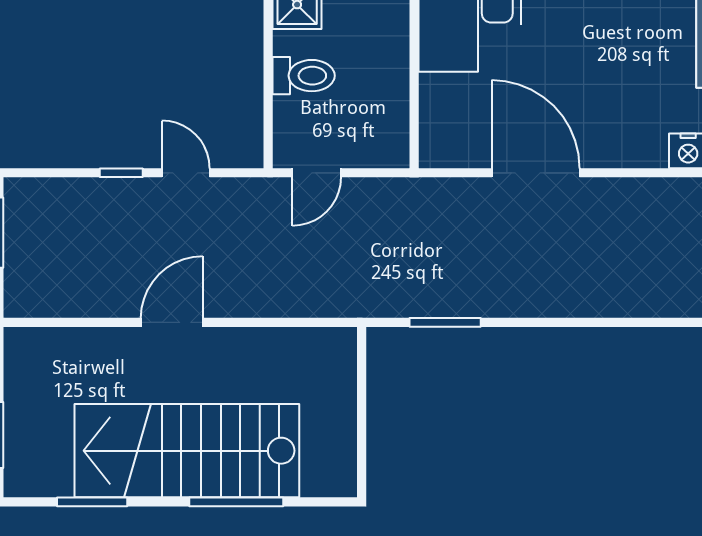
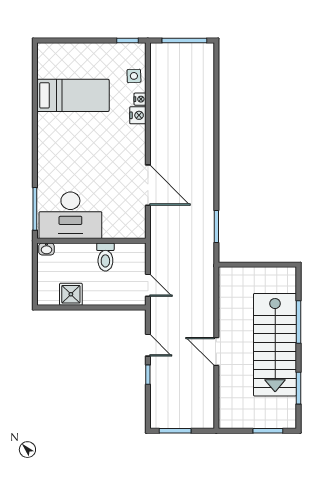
toilet: (304, 76) -> (105, 257), moved, turned 180
door: (186, 173) -> (148, 345), swing flipped
door: (536, 173) -> (148, 185), swing flipped

